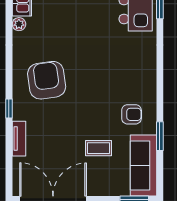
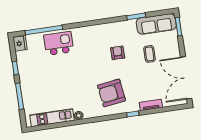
armchair: (132, 114) -> (118, 53), moved

